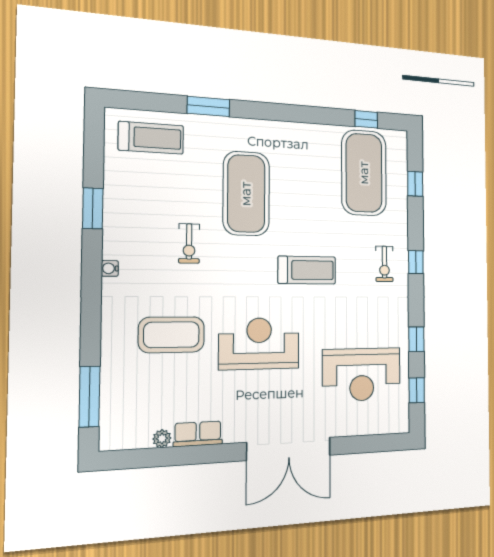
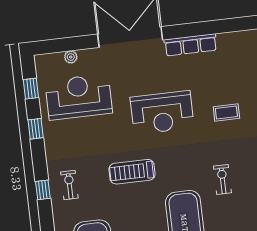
coffee table: (172, 335) -> (226, 112), width x0.54, depth x0.58
row of seats: (198, 434) -> (191, 45), width x1.48
plant: (162, 439) -> (71, 57), moved

